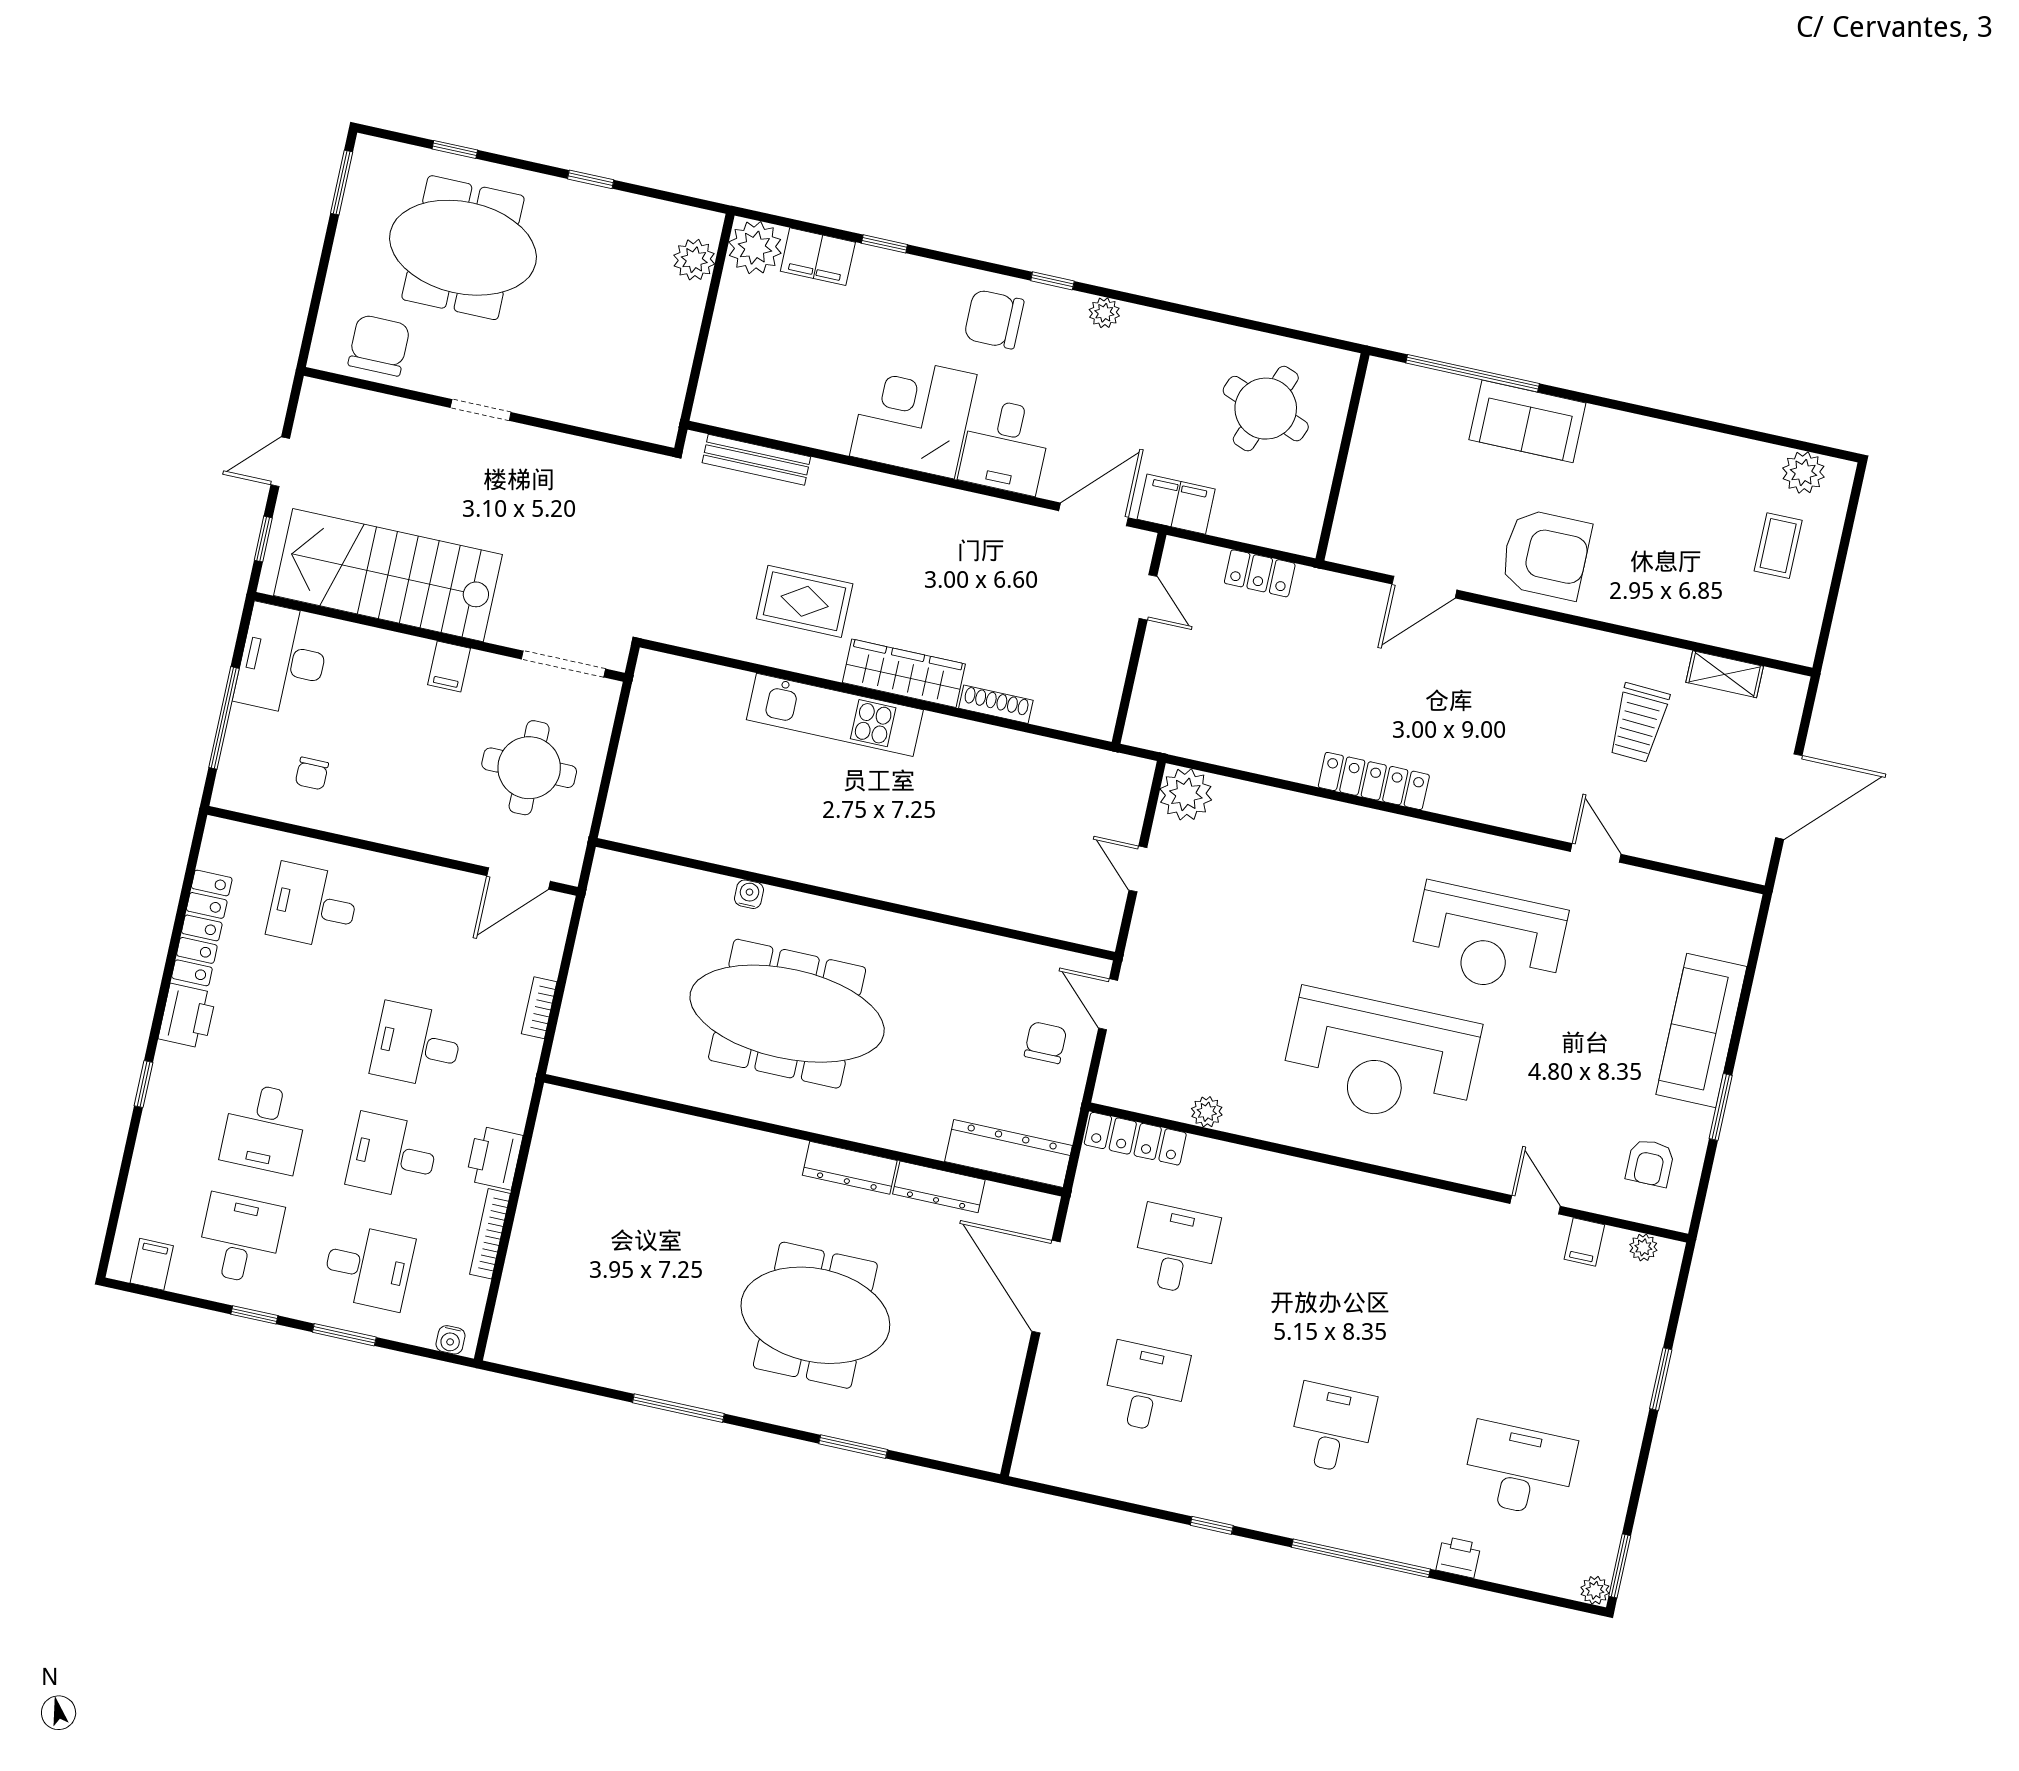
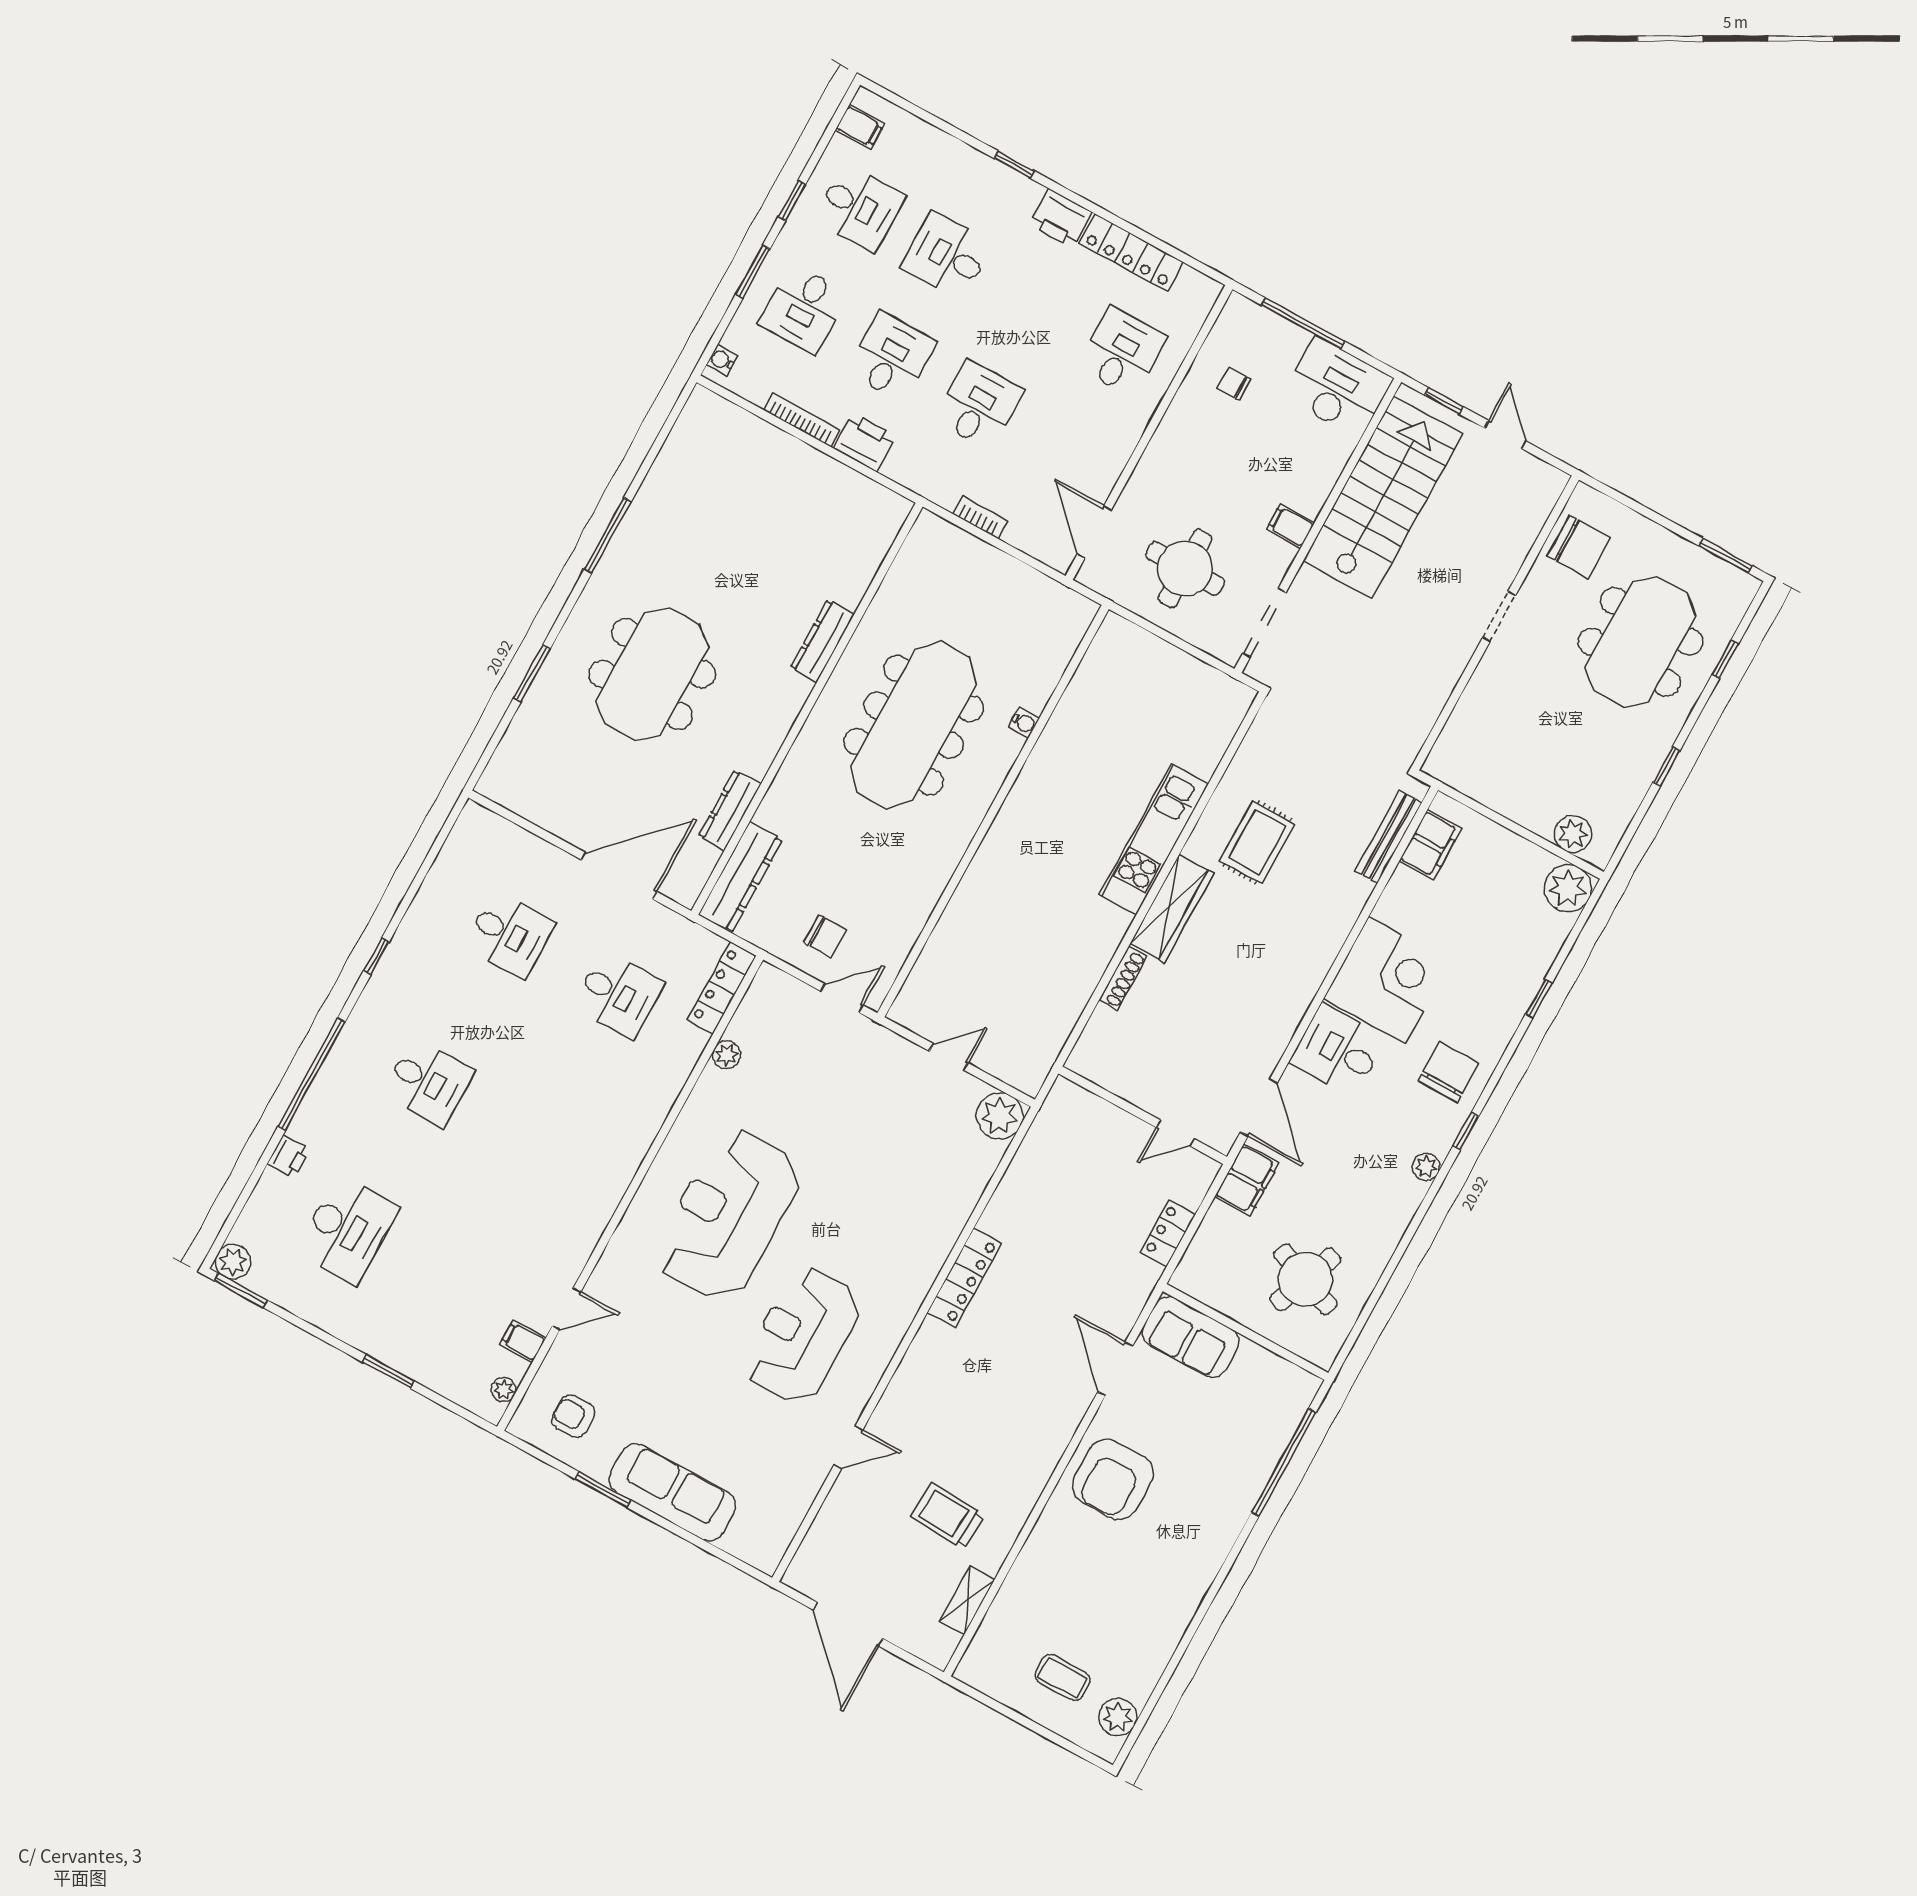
filing cabinet: (818, 257) -> (1430, 845), moved, turned 180
sofa: (1527, 421) -> (1190, 1337), moved, turned -90
dresser: (850, 1168) -> (822, 641), moved
plant: (1595, 1590) -> (233, 1262), width x1.38, depth x1.38

